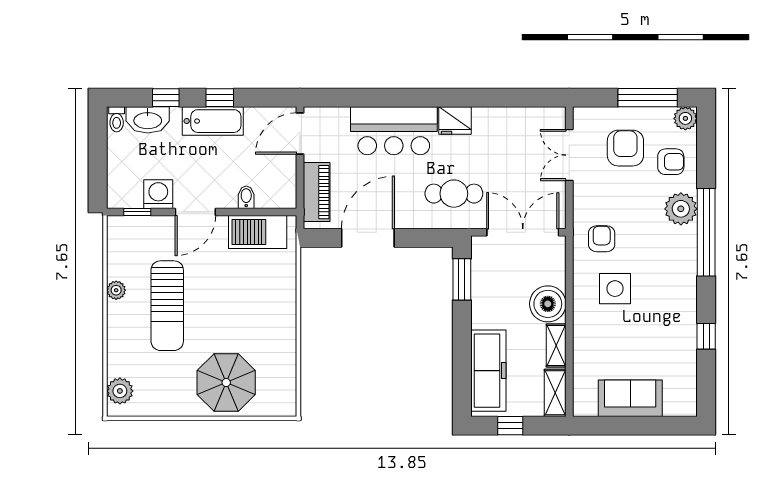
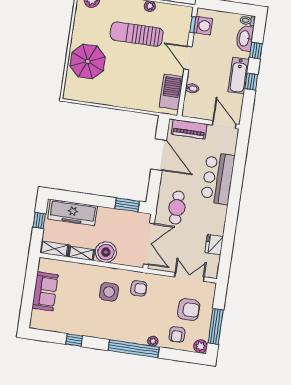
fridge: (455, 121) -> (214, 245), moved
washing machine: (158, 194) -> (203, 26), moved
plant: (681, 209) -> (153, 341), width x0.53, depth x0.53

